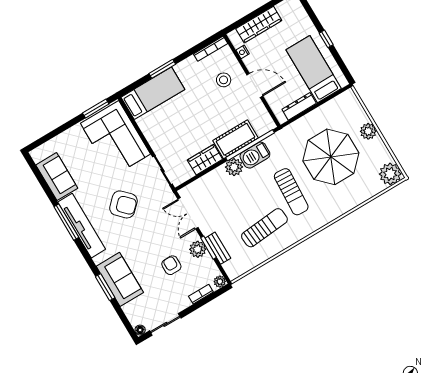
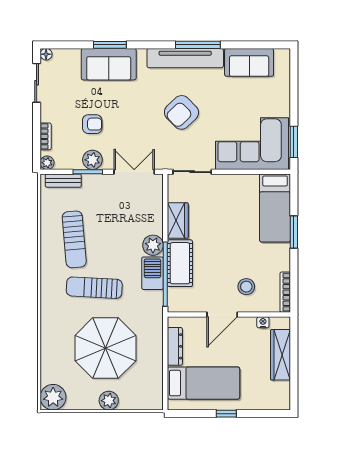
bench: (218, 248) -> (63, 181), moved

